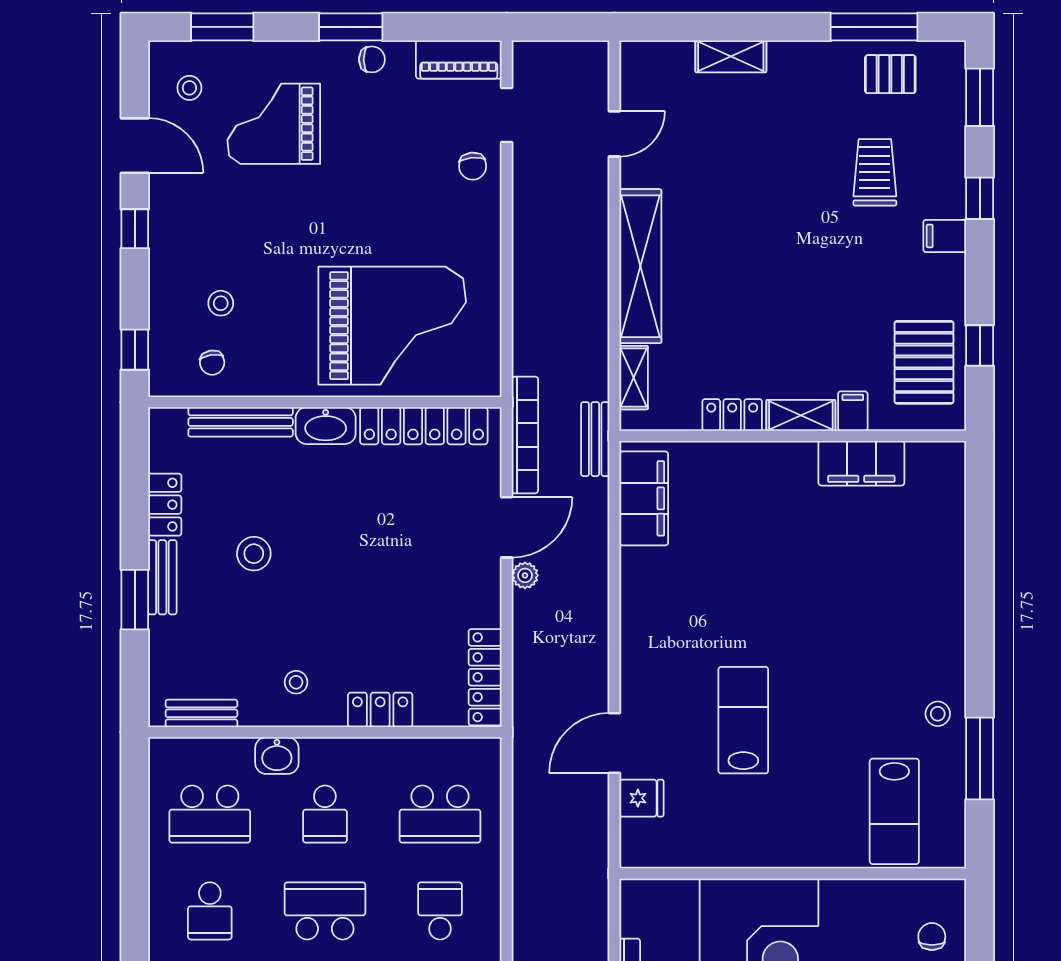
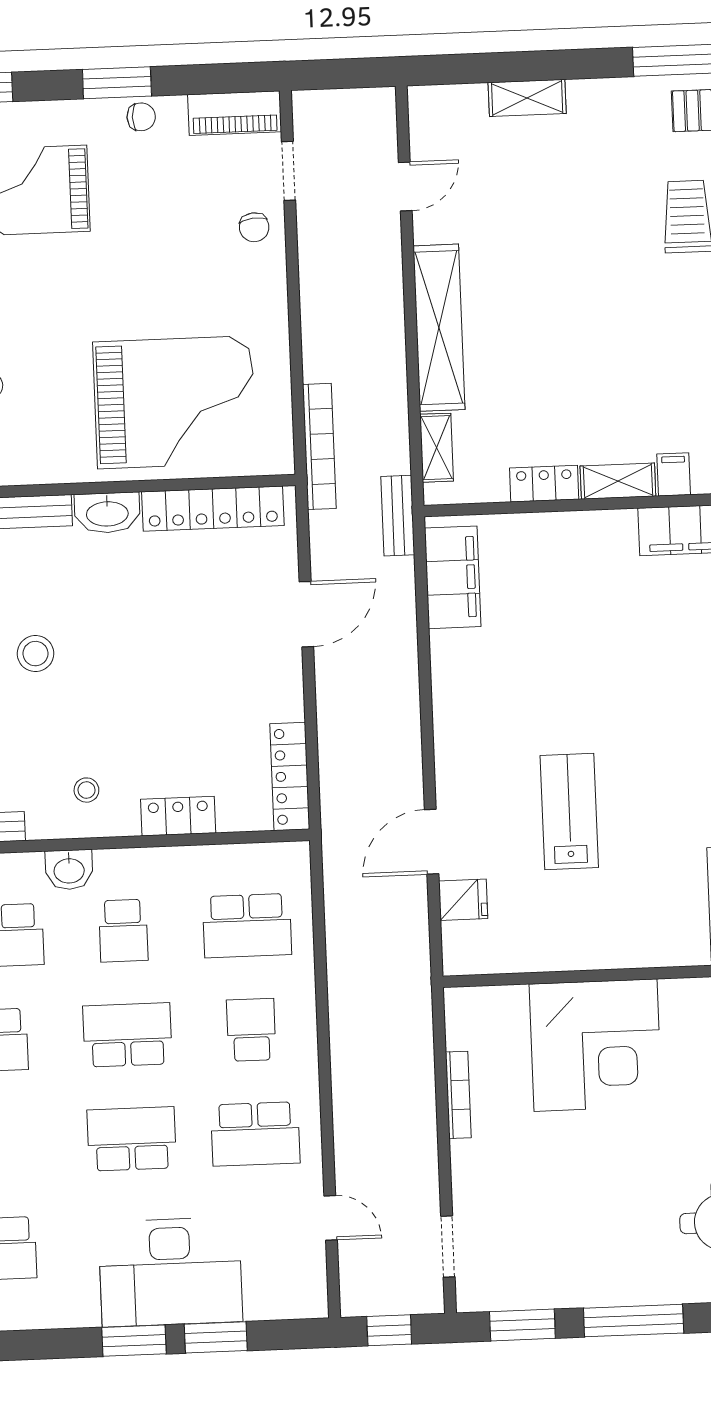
bookcase: (525, 435) -> (319, 446), moved
plant: (525, 575) -> (328, 665), removed

